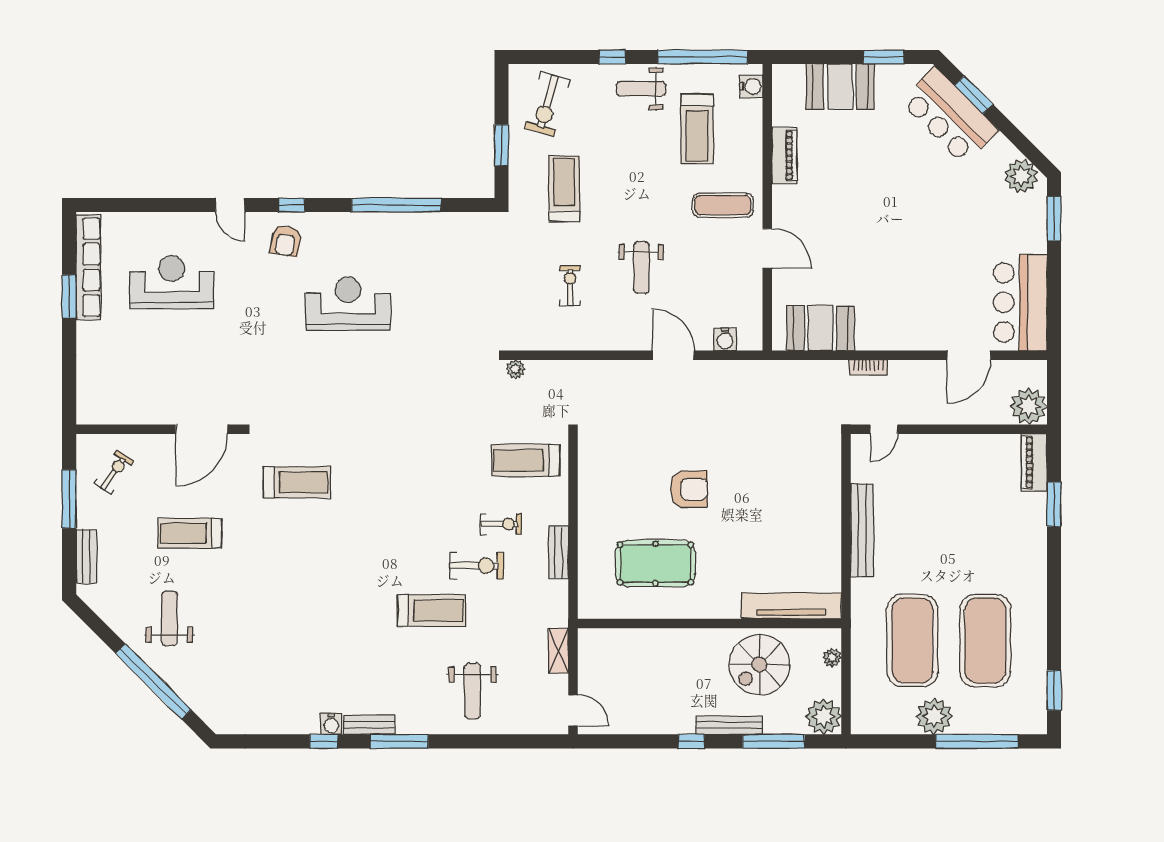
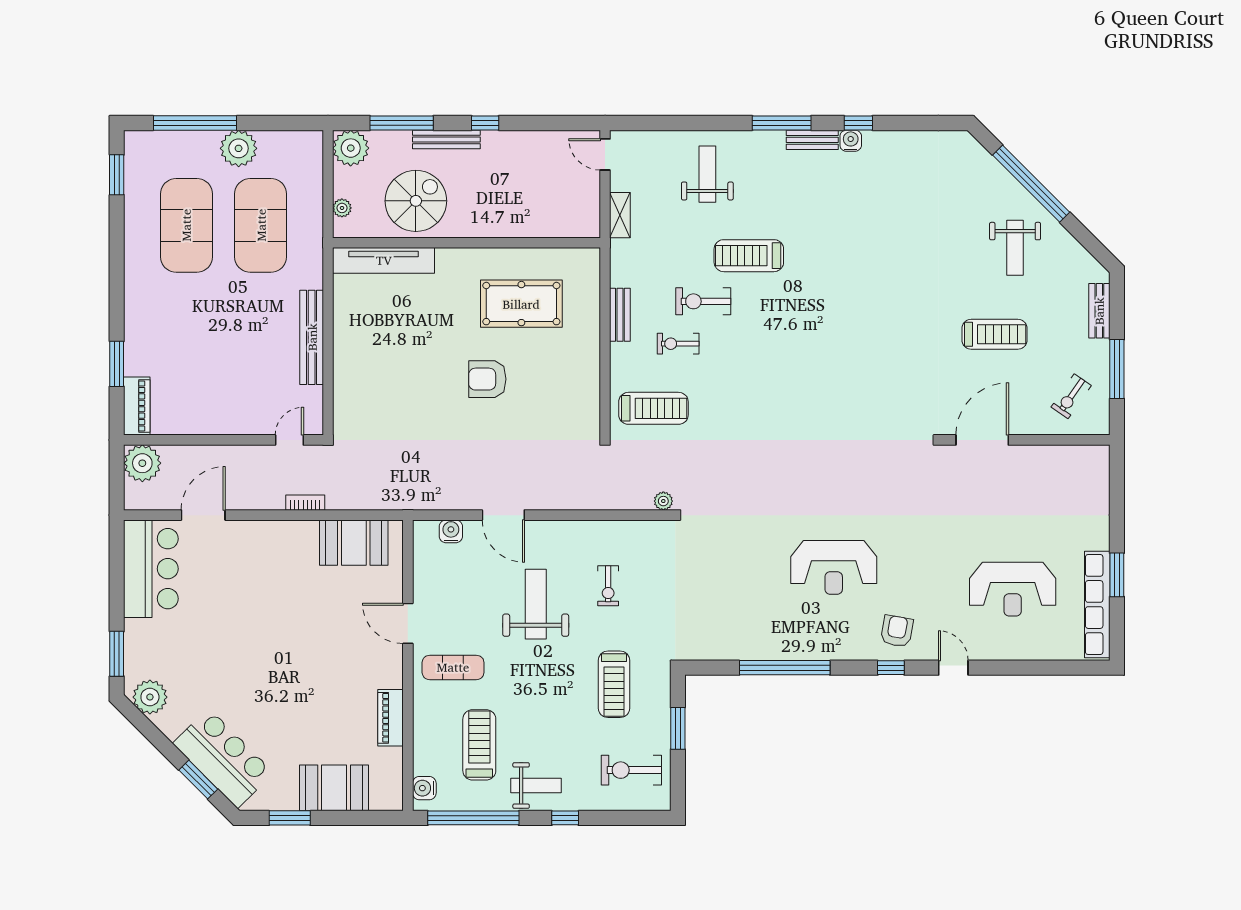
exercise bike: (547, 104) -> (631, 770), turned -106
weight bench: (641, 268) -> (536, 604), width x1.36, depth x1.33
treadmill: (297, 482) -> (886, 386), removed

